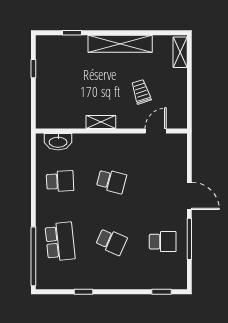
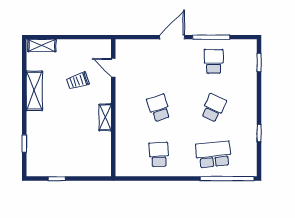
shelving: (120, 44) -> (34, 91), width x0.68
washbasin: (58, 142) -> (123, 156), removed
school desk: (111, 181) -> (159, 108), turned -33

